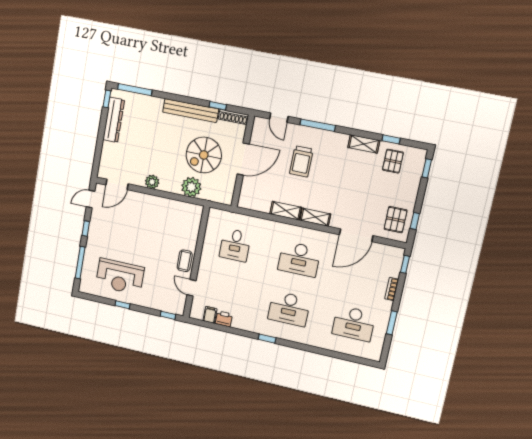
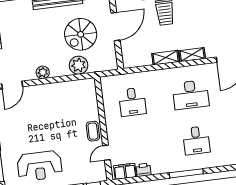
door: (191, 288) -> (106, 153), hinge flipped
desk: (289, 309) -> (196, 140), width x0.73
filing cabinet: (210, 315) -> (125, 171), width x2.00
window: (267, 339) -> (186, 173), width x2.17

